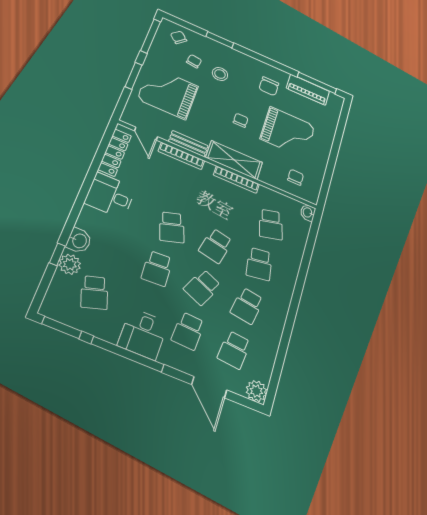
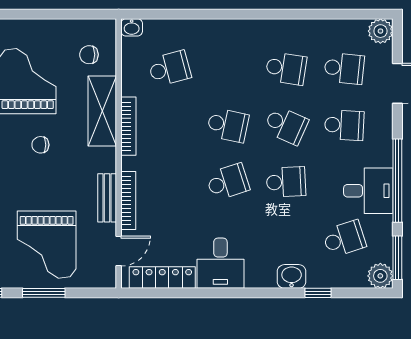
shelving: (234, 160) -> (102, 111), moved
plant: (70, 264) -> (380, 276), moved
school desk: (259, 264) -> (228, 68), removed
desk: (143, 334) -> (368, 191), moved

